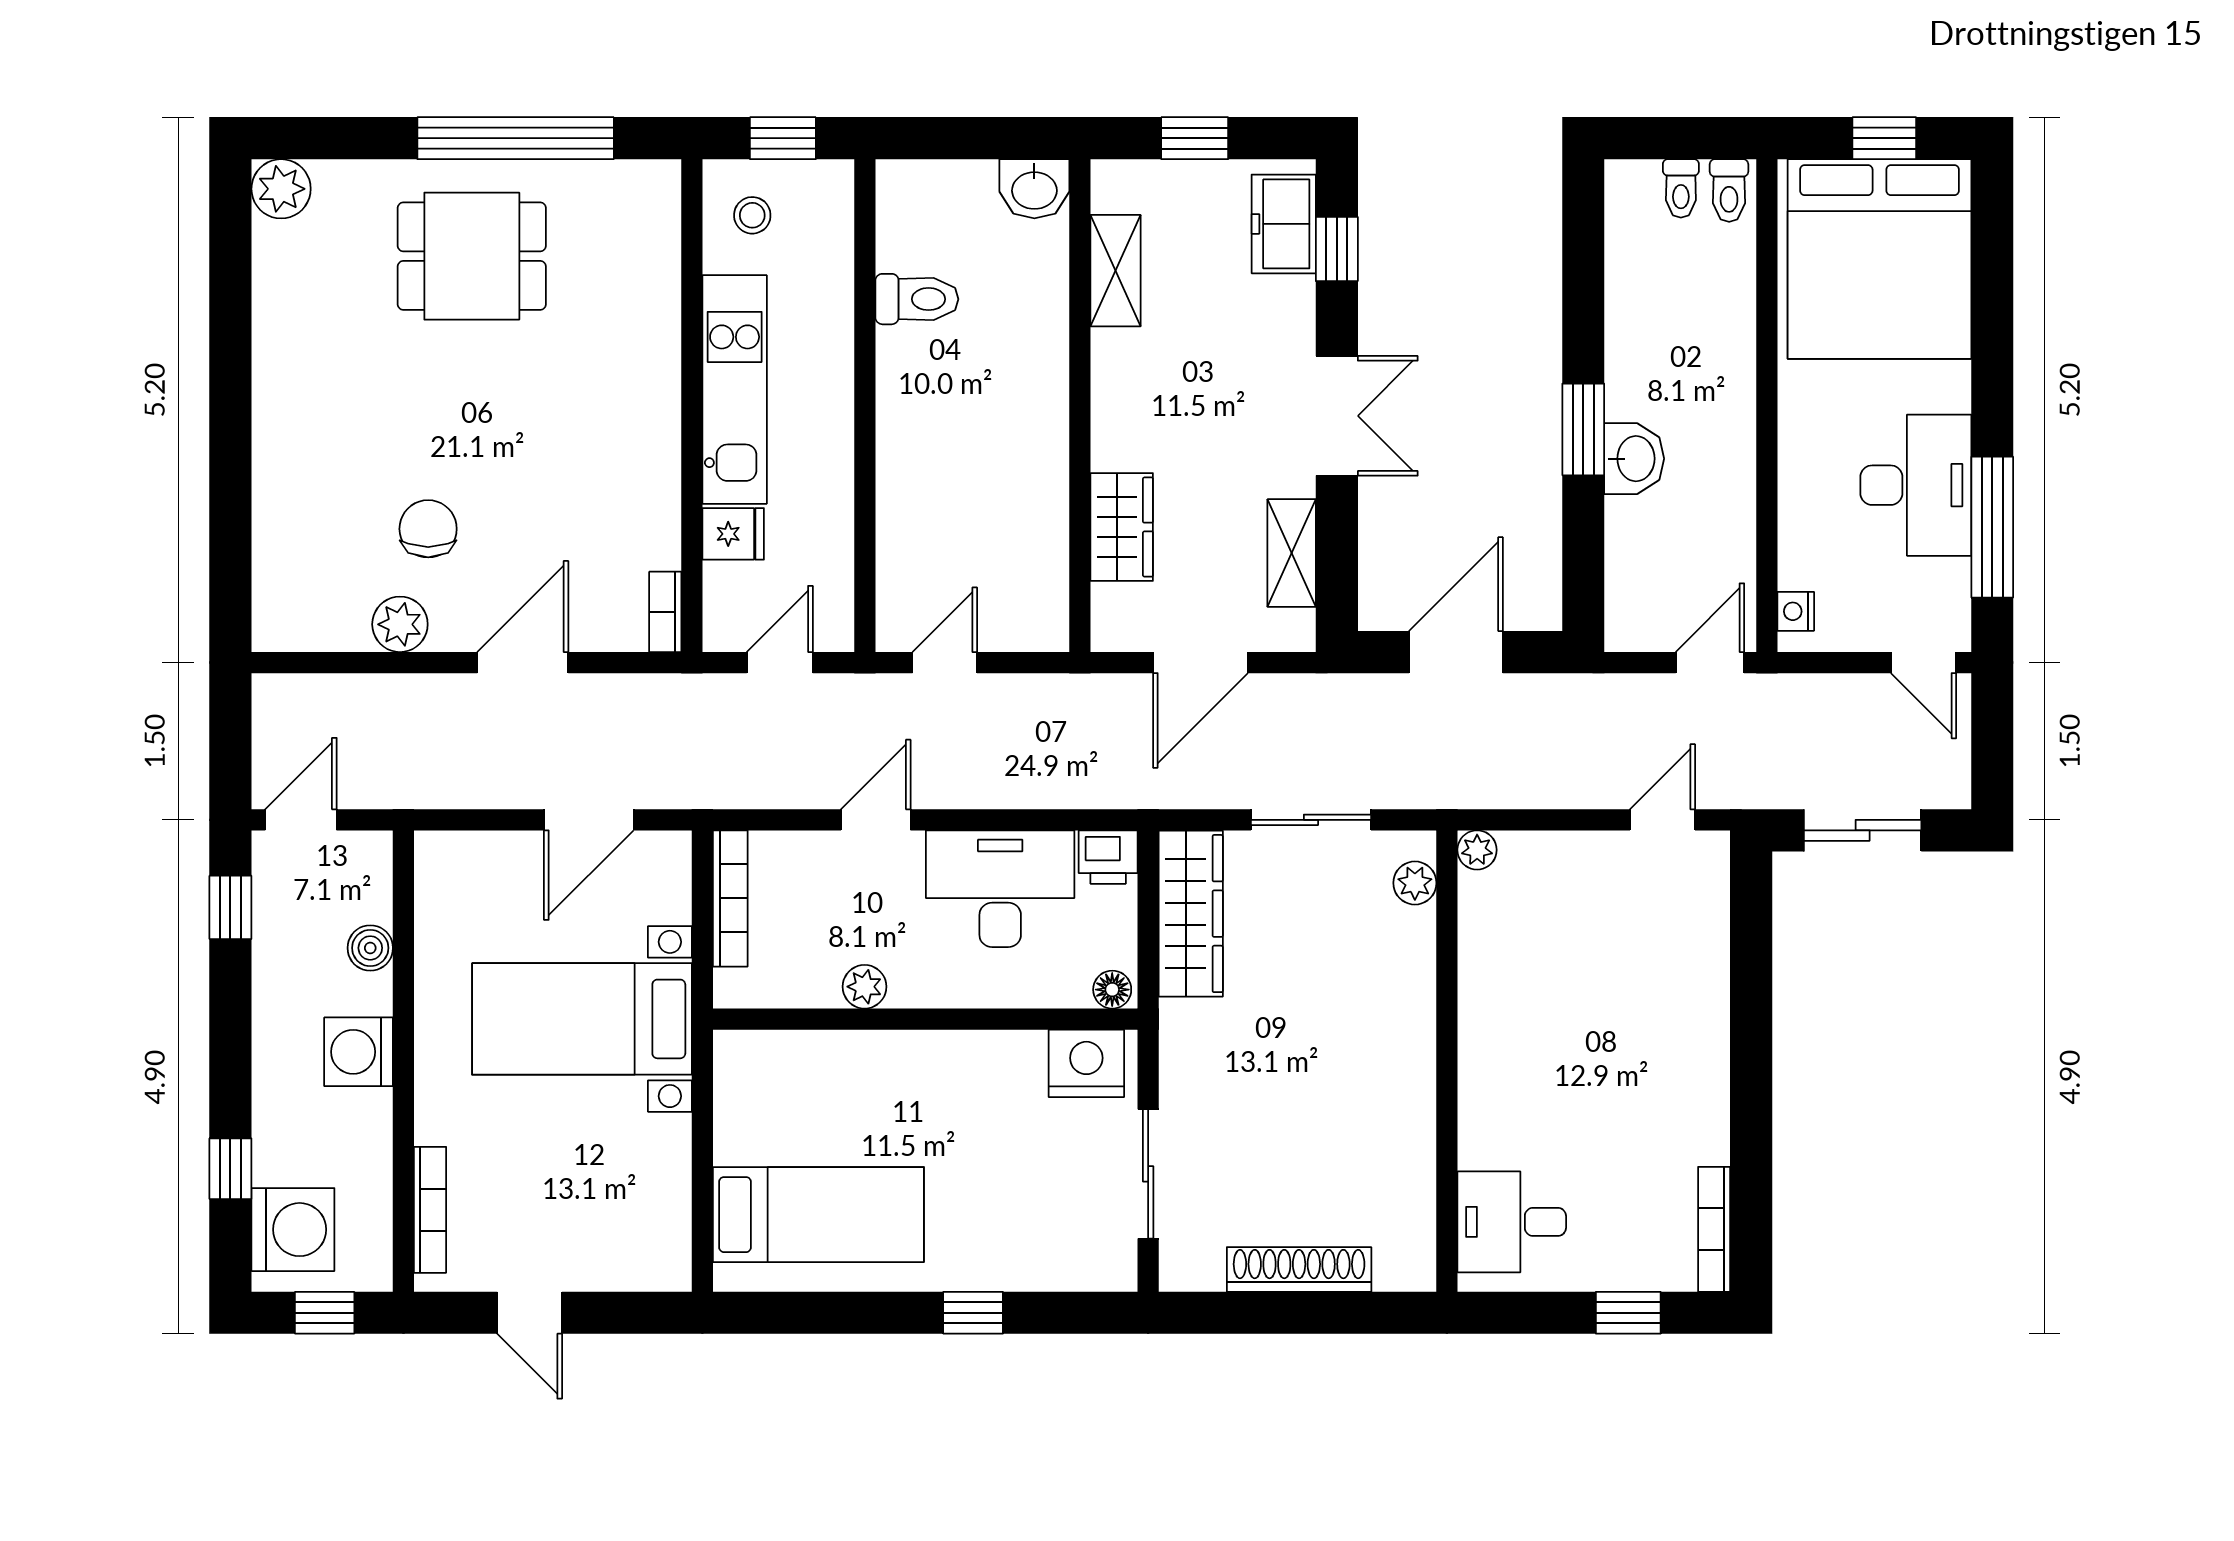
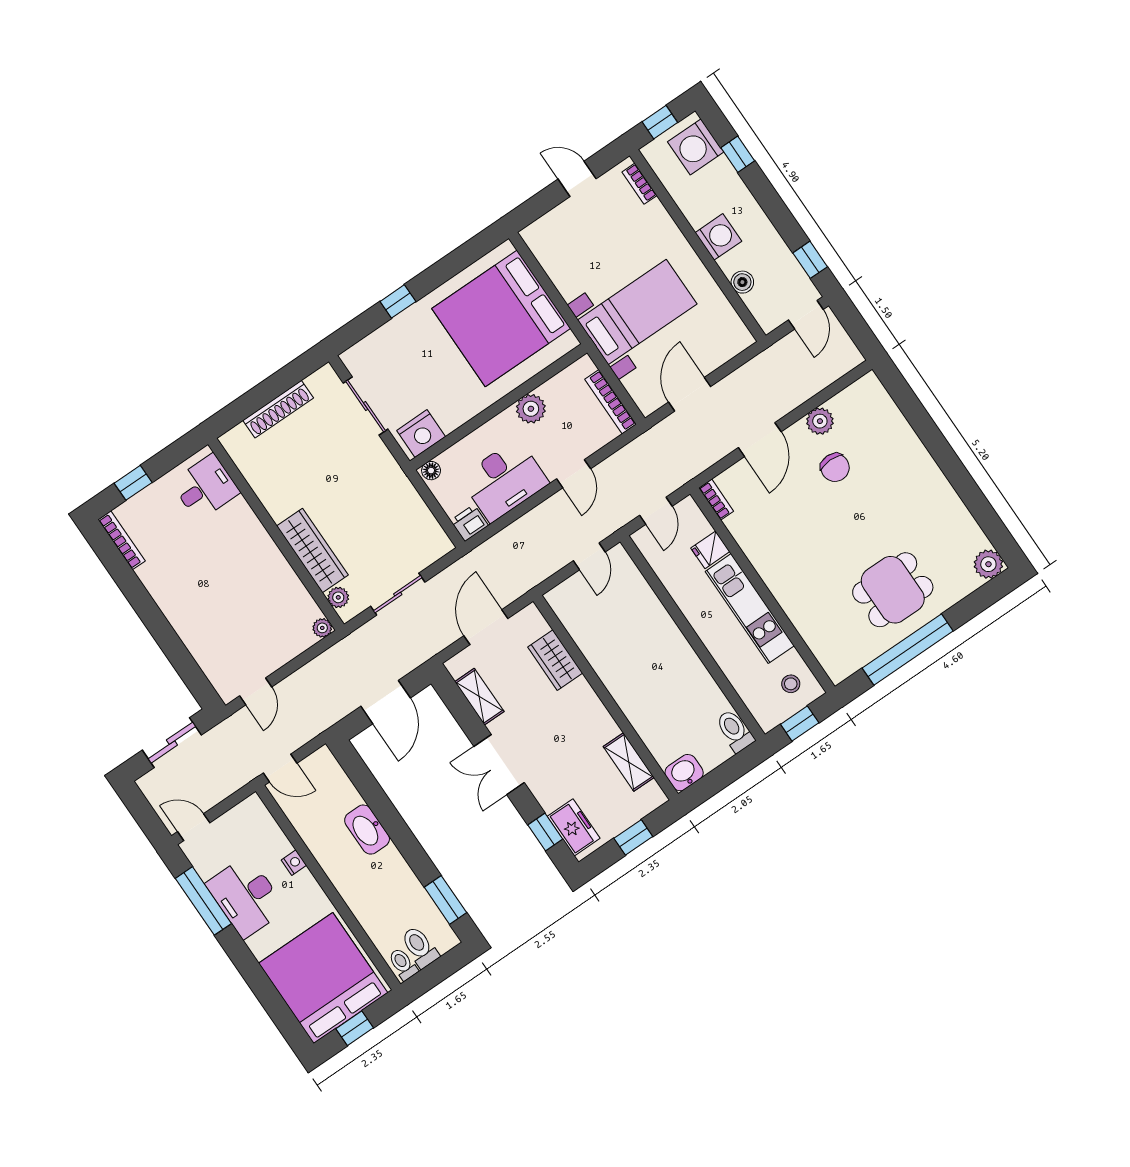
toilet: (1681, 188) -> (420, 947), width x1.37, depth x1.39
toilet: (917, 299) -> (735, 731), moved, turned 90
window: (1583, 429) -> (445, 900), moved
washbasin: (1634, 459) -> (367, 830), width x1.38
nightstand: (1796, 611) -> (294, 863), moved
door: (1710, 663) -> (280, 768), hinge flipped
wardrobe: (1191, 914) -> (312, 550), moved, turned 180
plant: (865, 987) -> (531, 409), width x1.38, depth x1.38
bookcase: (430, 1210) -> (639, 184), width x0.64
bed: (818, 1215) -> (501, 318), width x2.04

